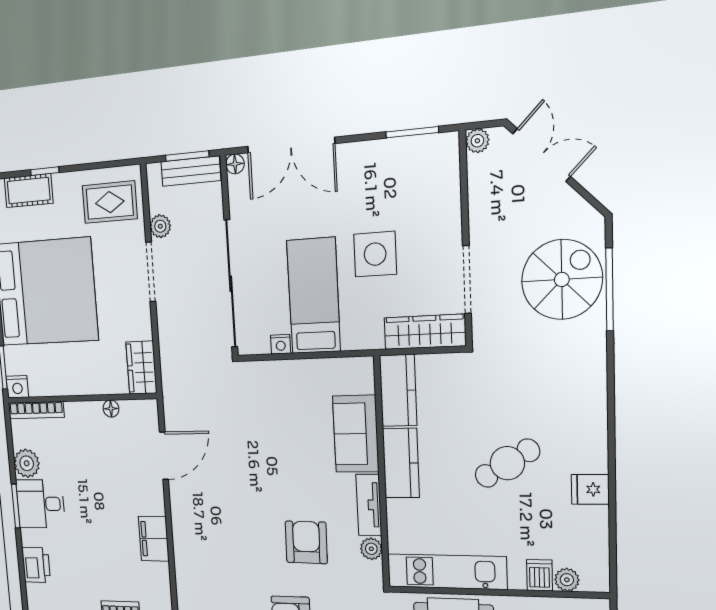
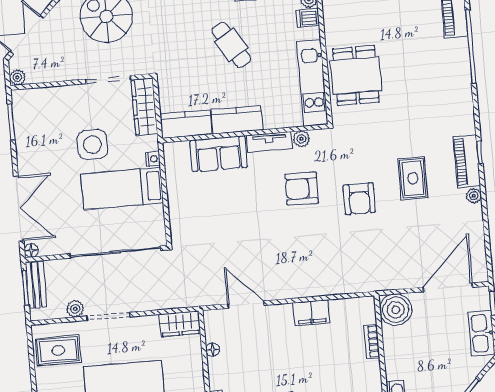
rug: (110, 202) -> (58, 350), turned 90
nightstand: (281, 344) -> (153, 159), moved

